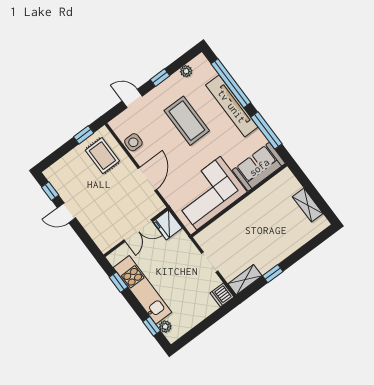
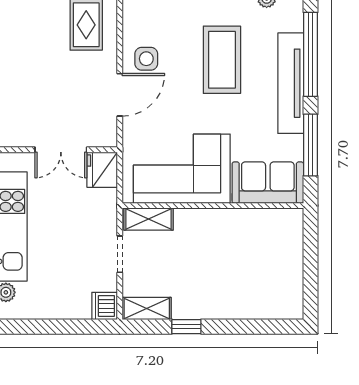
side table: (133, 142) -> (146, 59), moved
shelving: (308, 205) -> (149, 219), moved, turned 90

